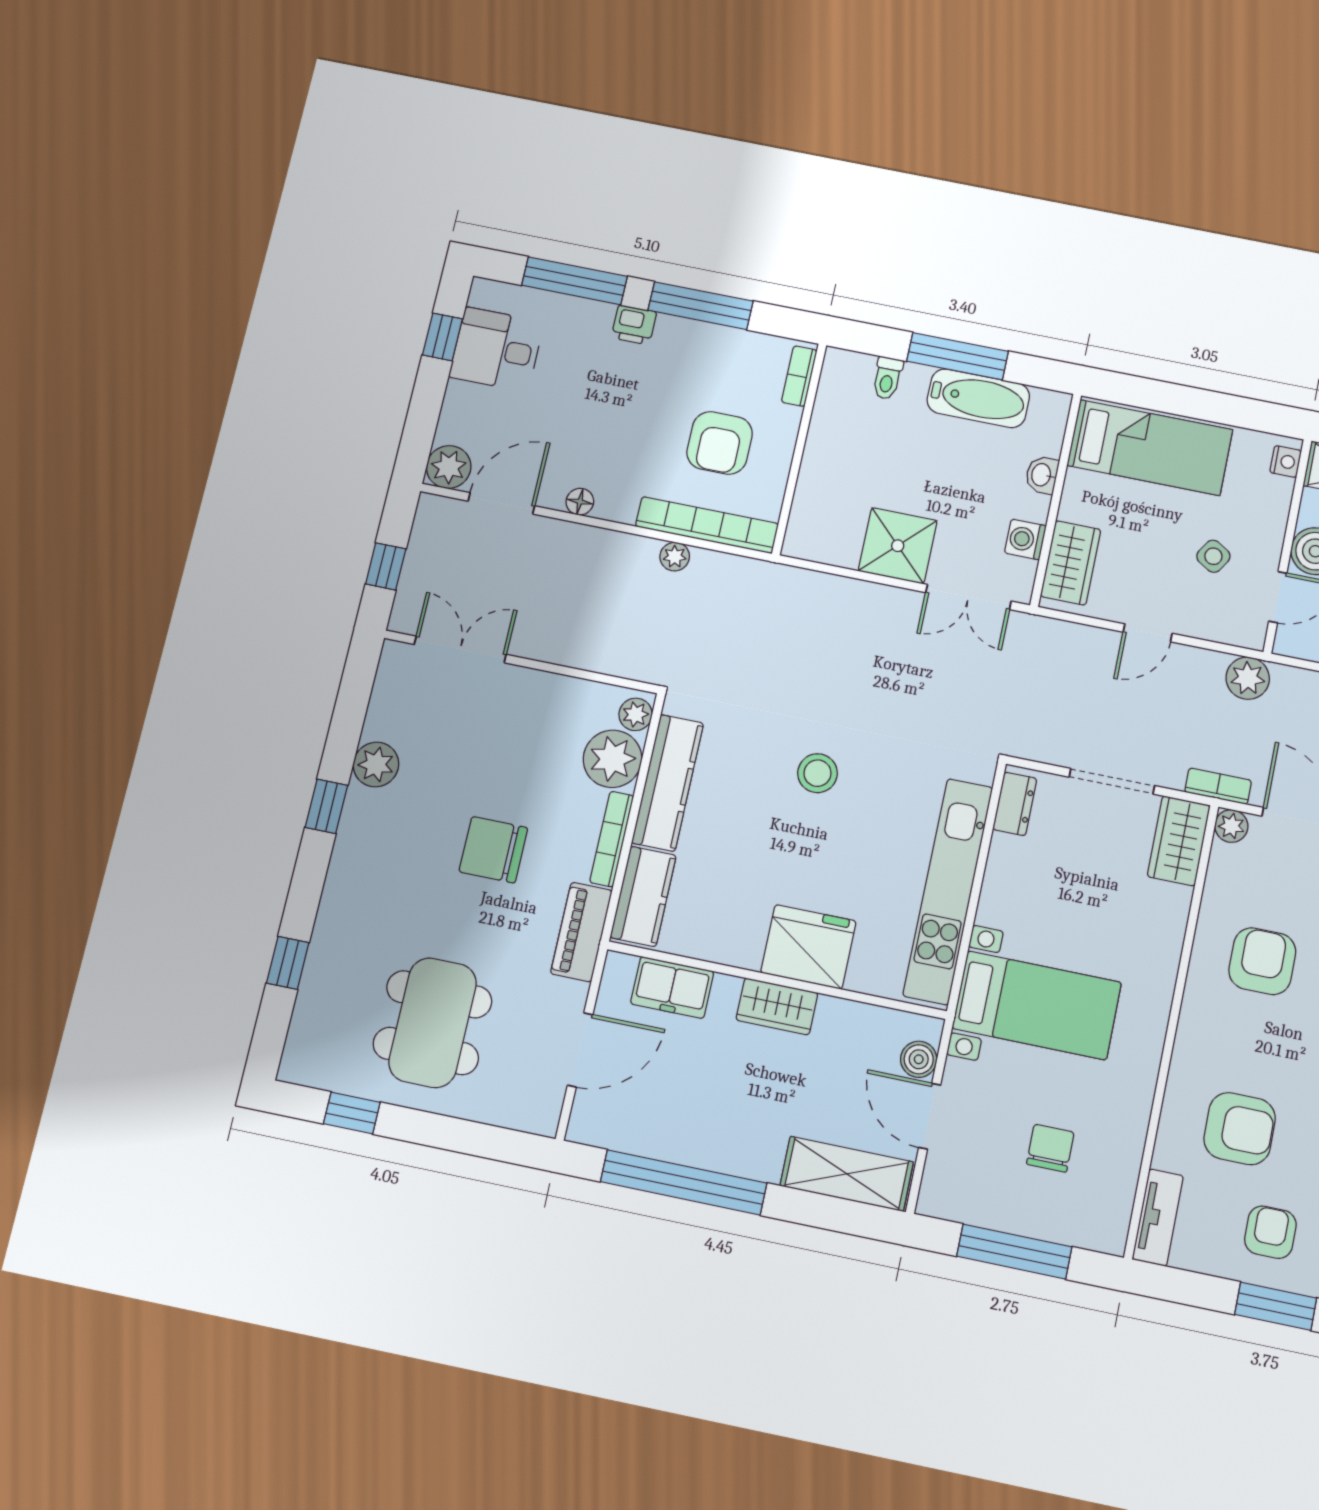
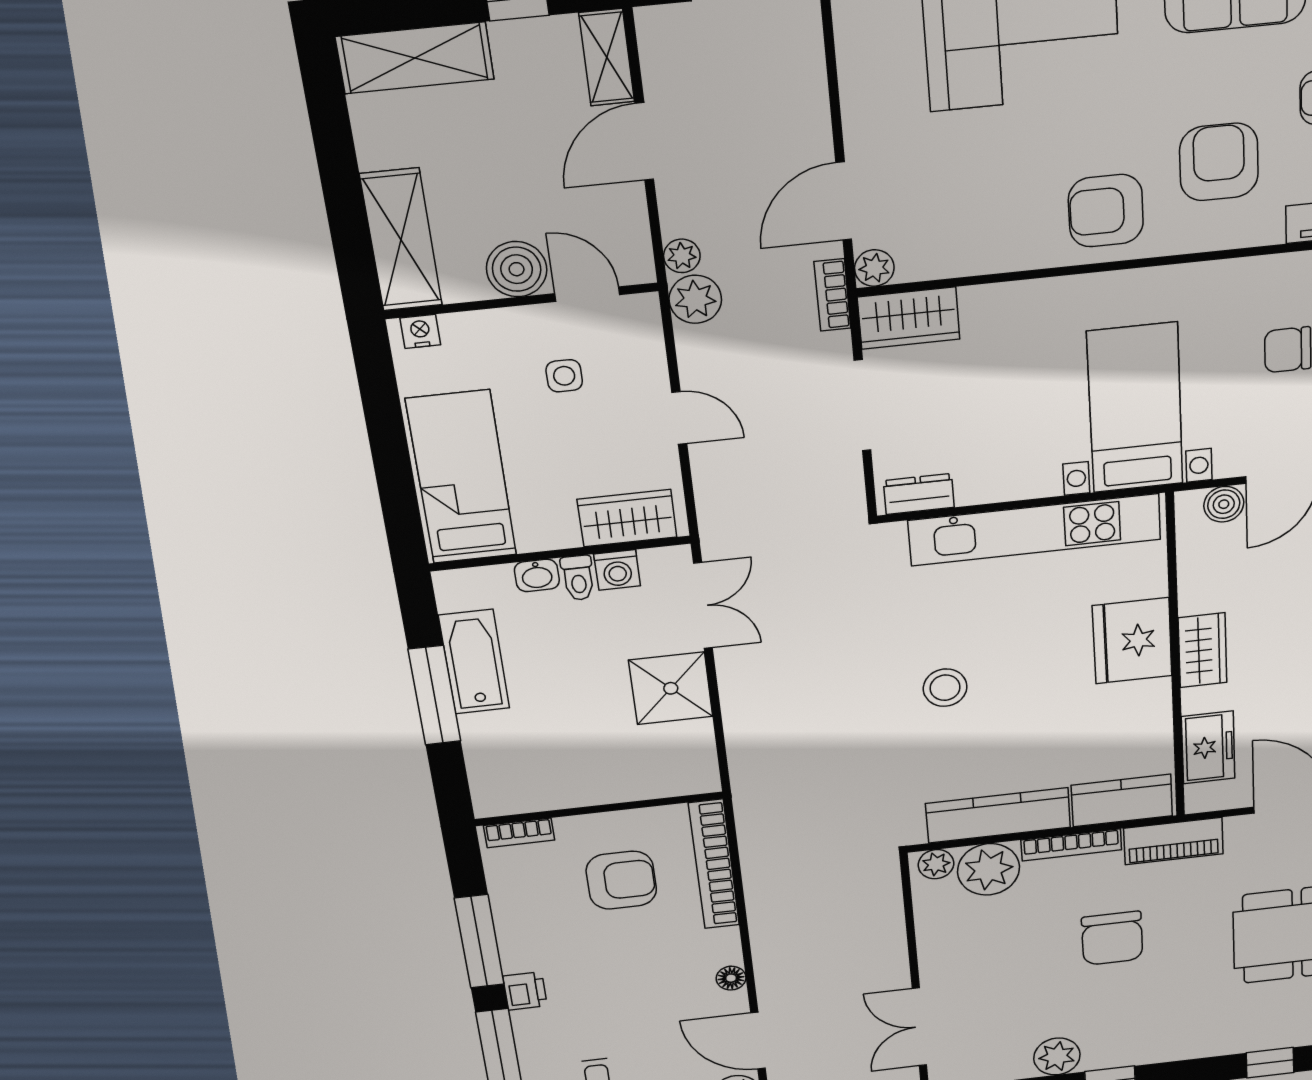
toilet: (887, 378) -> (578, 578), moved, turned 90
side table: (1213, 556) -> (564, 376), turned -32
plant: (675, 557) -> (682, 256), moved
armchair: (1262, 961) -> (1106, 211), moved

